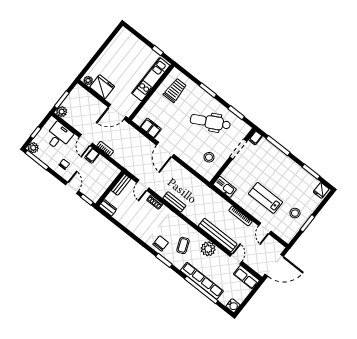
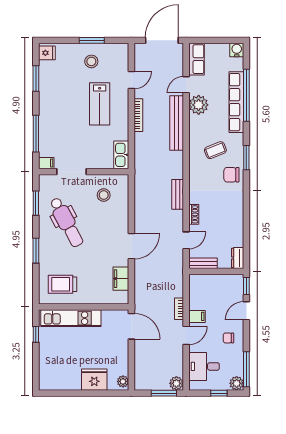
fridge: (102, 87) -> (94, 380), moved, turned 90
plant: (208, 249) -> (199, 105), moved
door: (274, 265) -> (162, 40), hinge flipped

